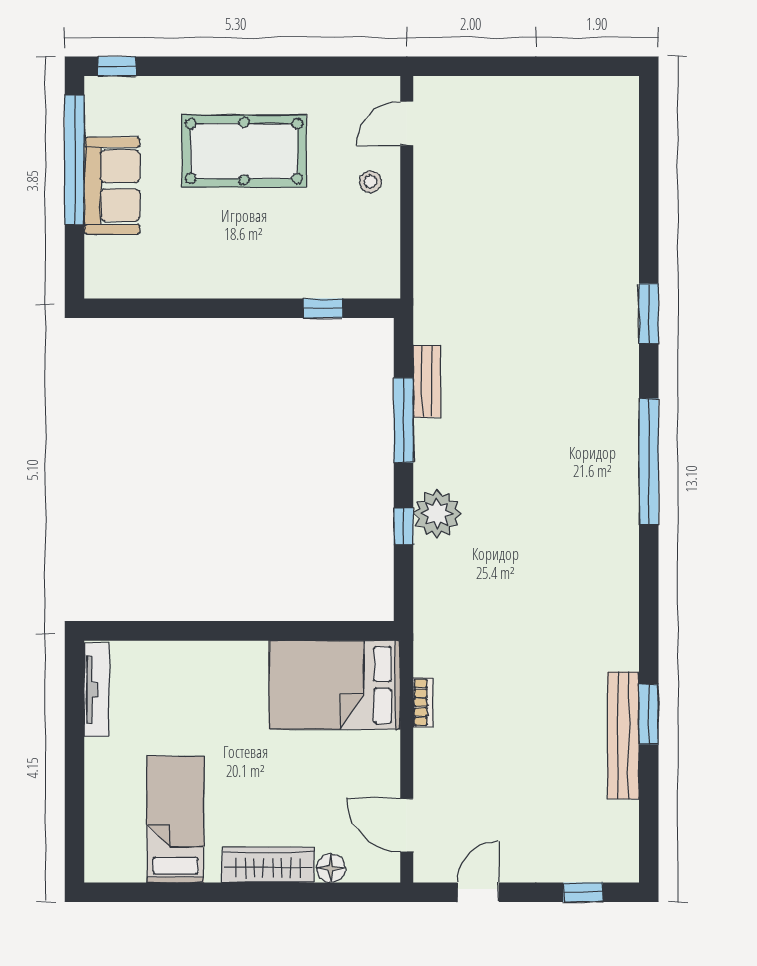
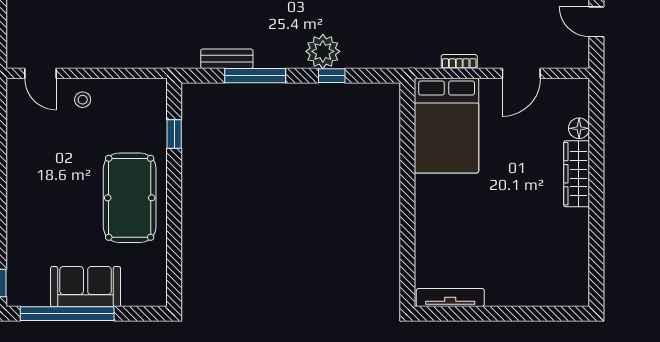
pool table: (244, 151) -> (130, 198), moved
bed: (176, 819) -> (544, 241), removed
door: (407, 825) -> (521, 73), moved

